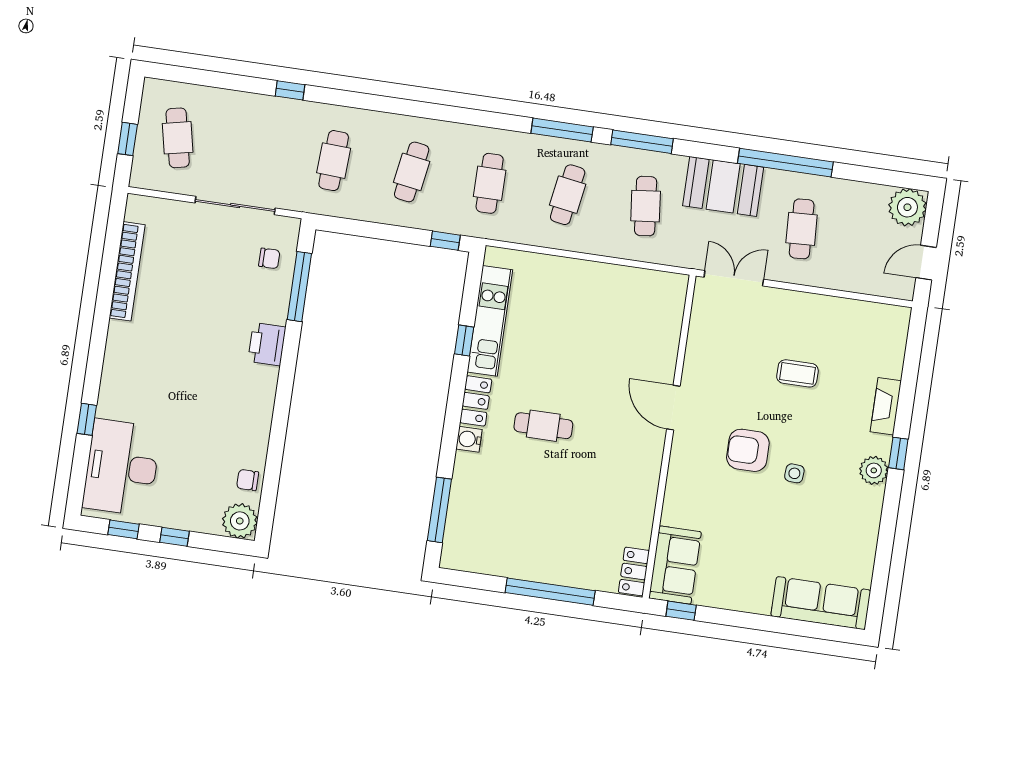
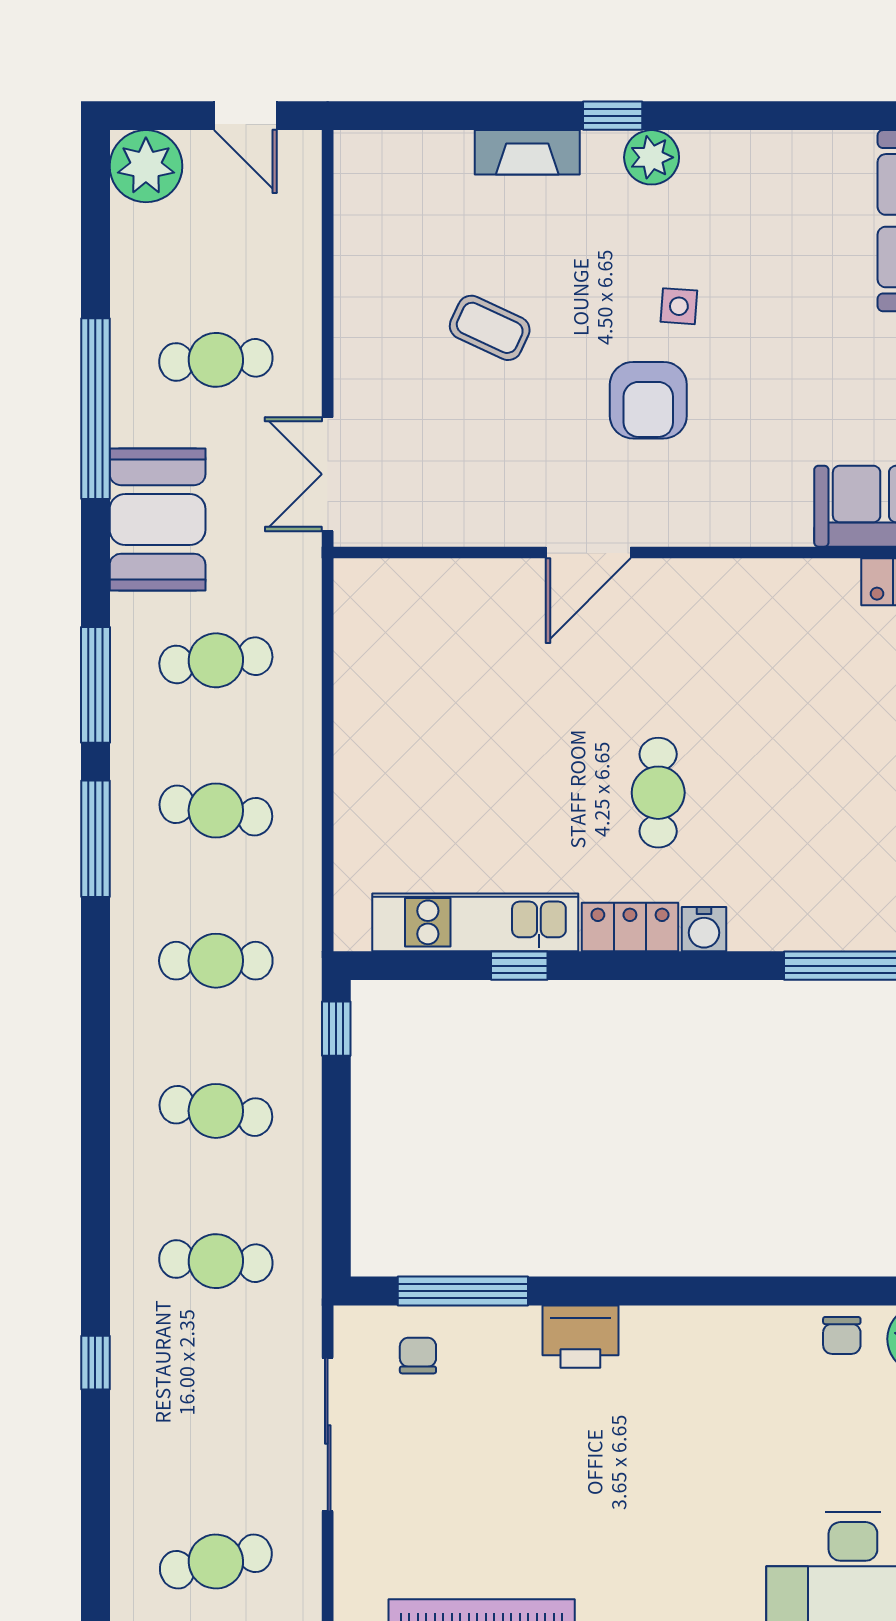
coffee table: (797, 373) -> (490, 328), turned -65

